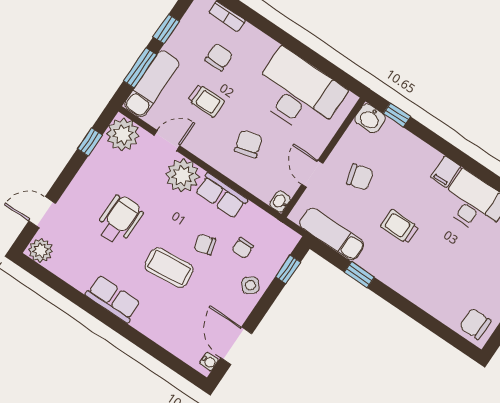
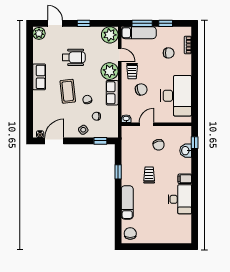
trolley: (206, 101) -> (132, 71), moved
washbasin: (370, 118) -> (186, 151), moved
window: (90, 142) -> (84, 23), moved
exam couch: (332, 234) -> (127, 202), moved

